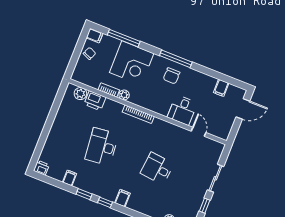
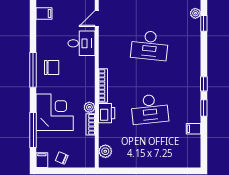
printer: (95, 101) -> (107, 113), moved
printer: (41, 168) -> (194, 161), removed
desk: (157, 169) -> (150, 45), width x1.37
filing cabinet: (122, 198) -> (193, 68), removed

